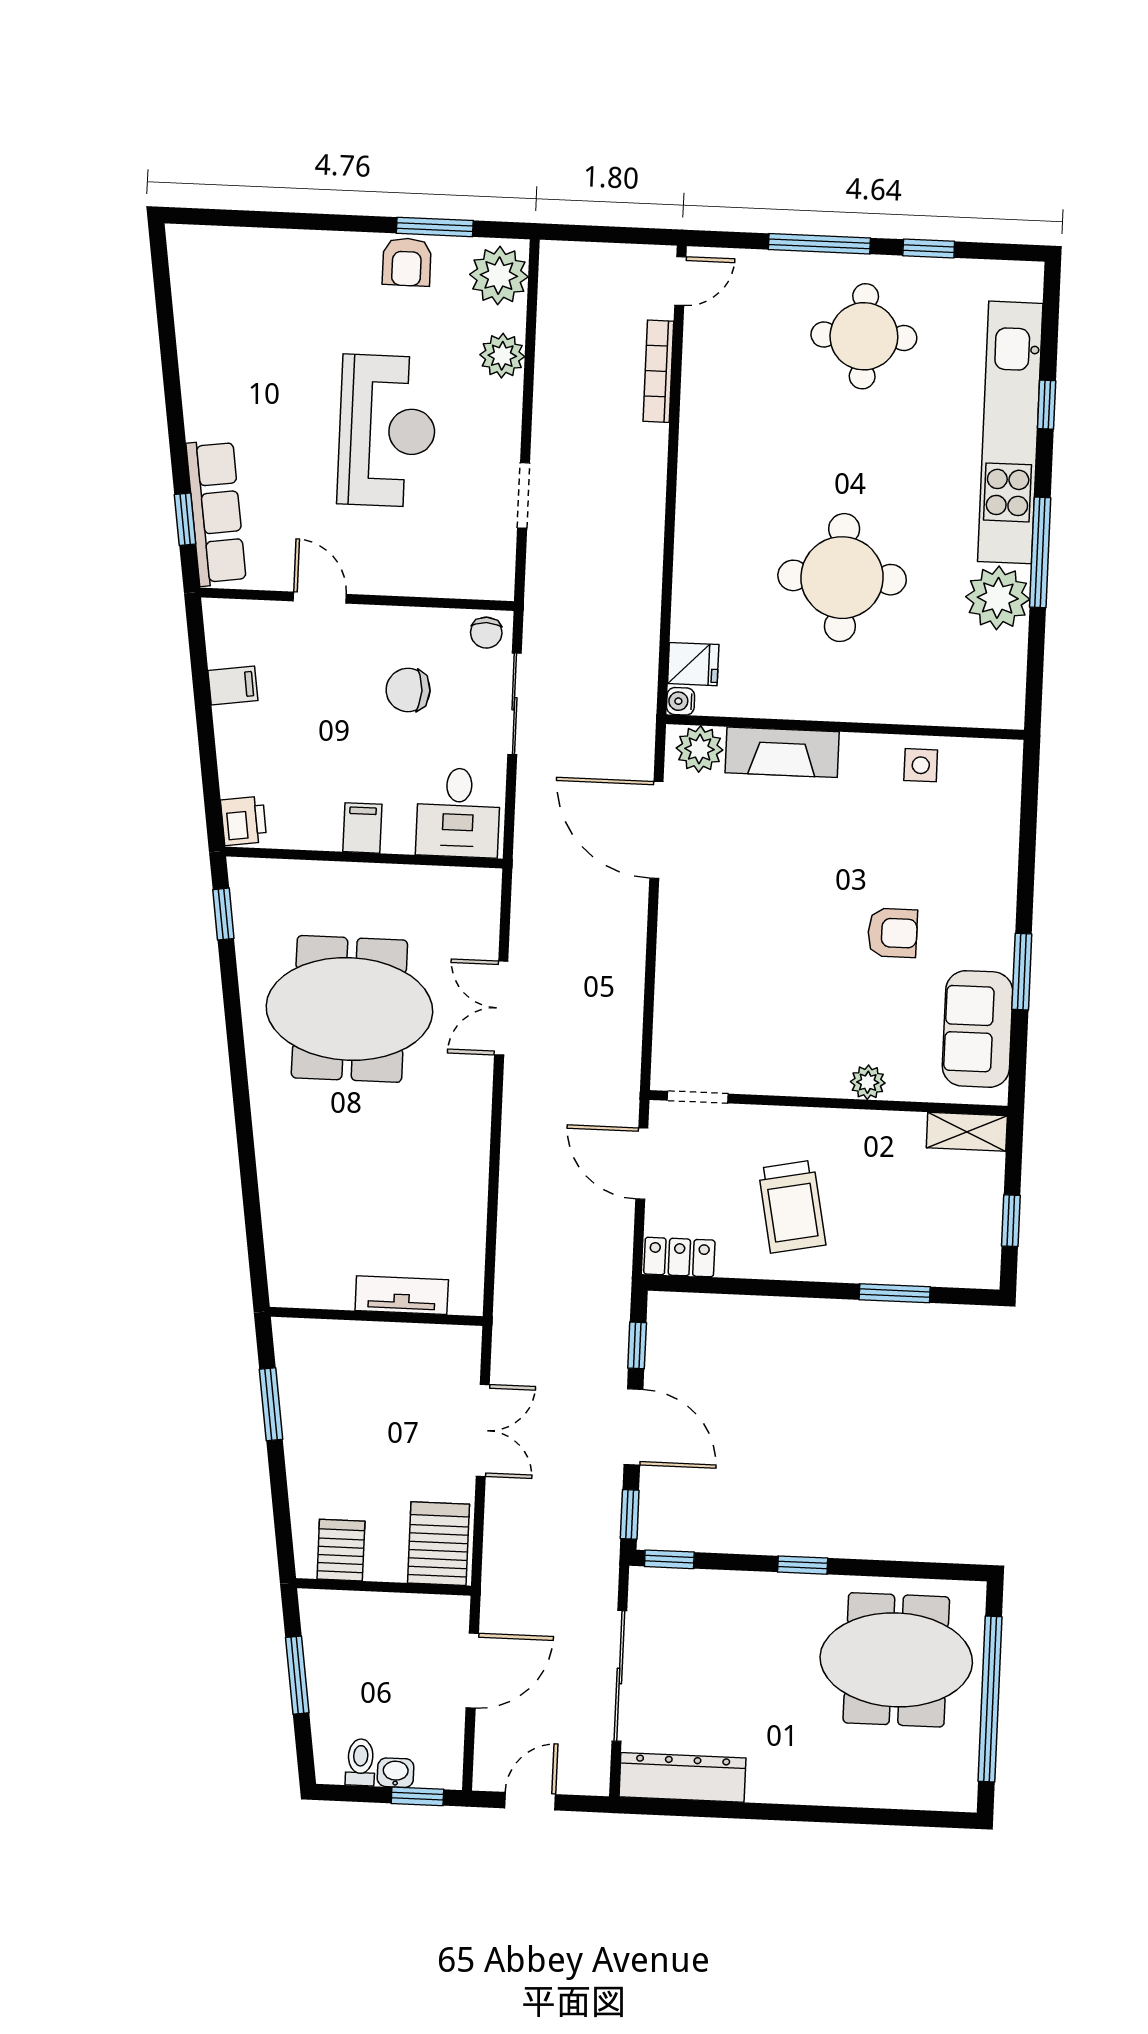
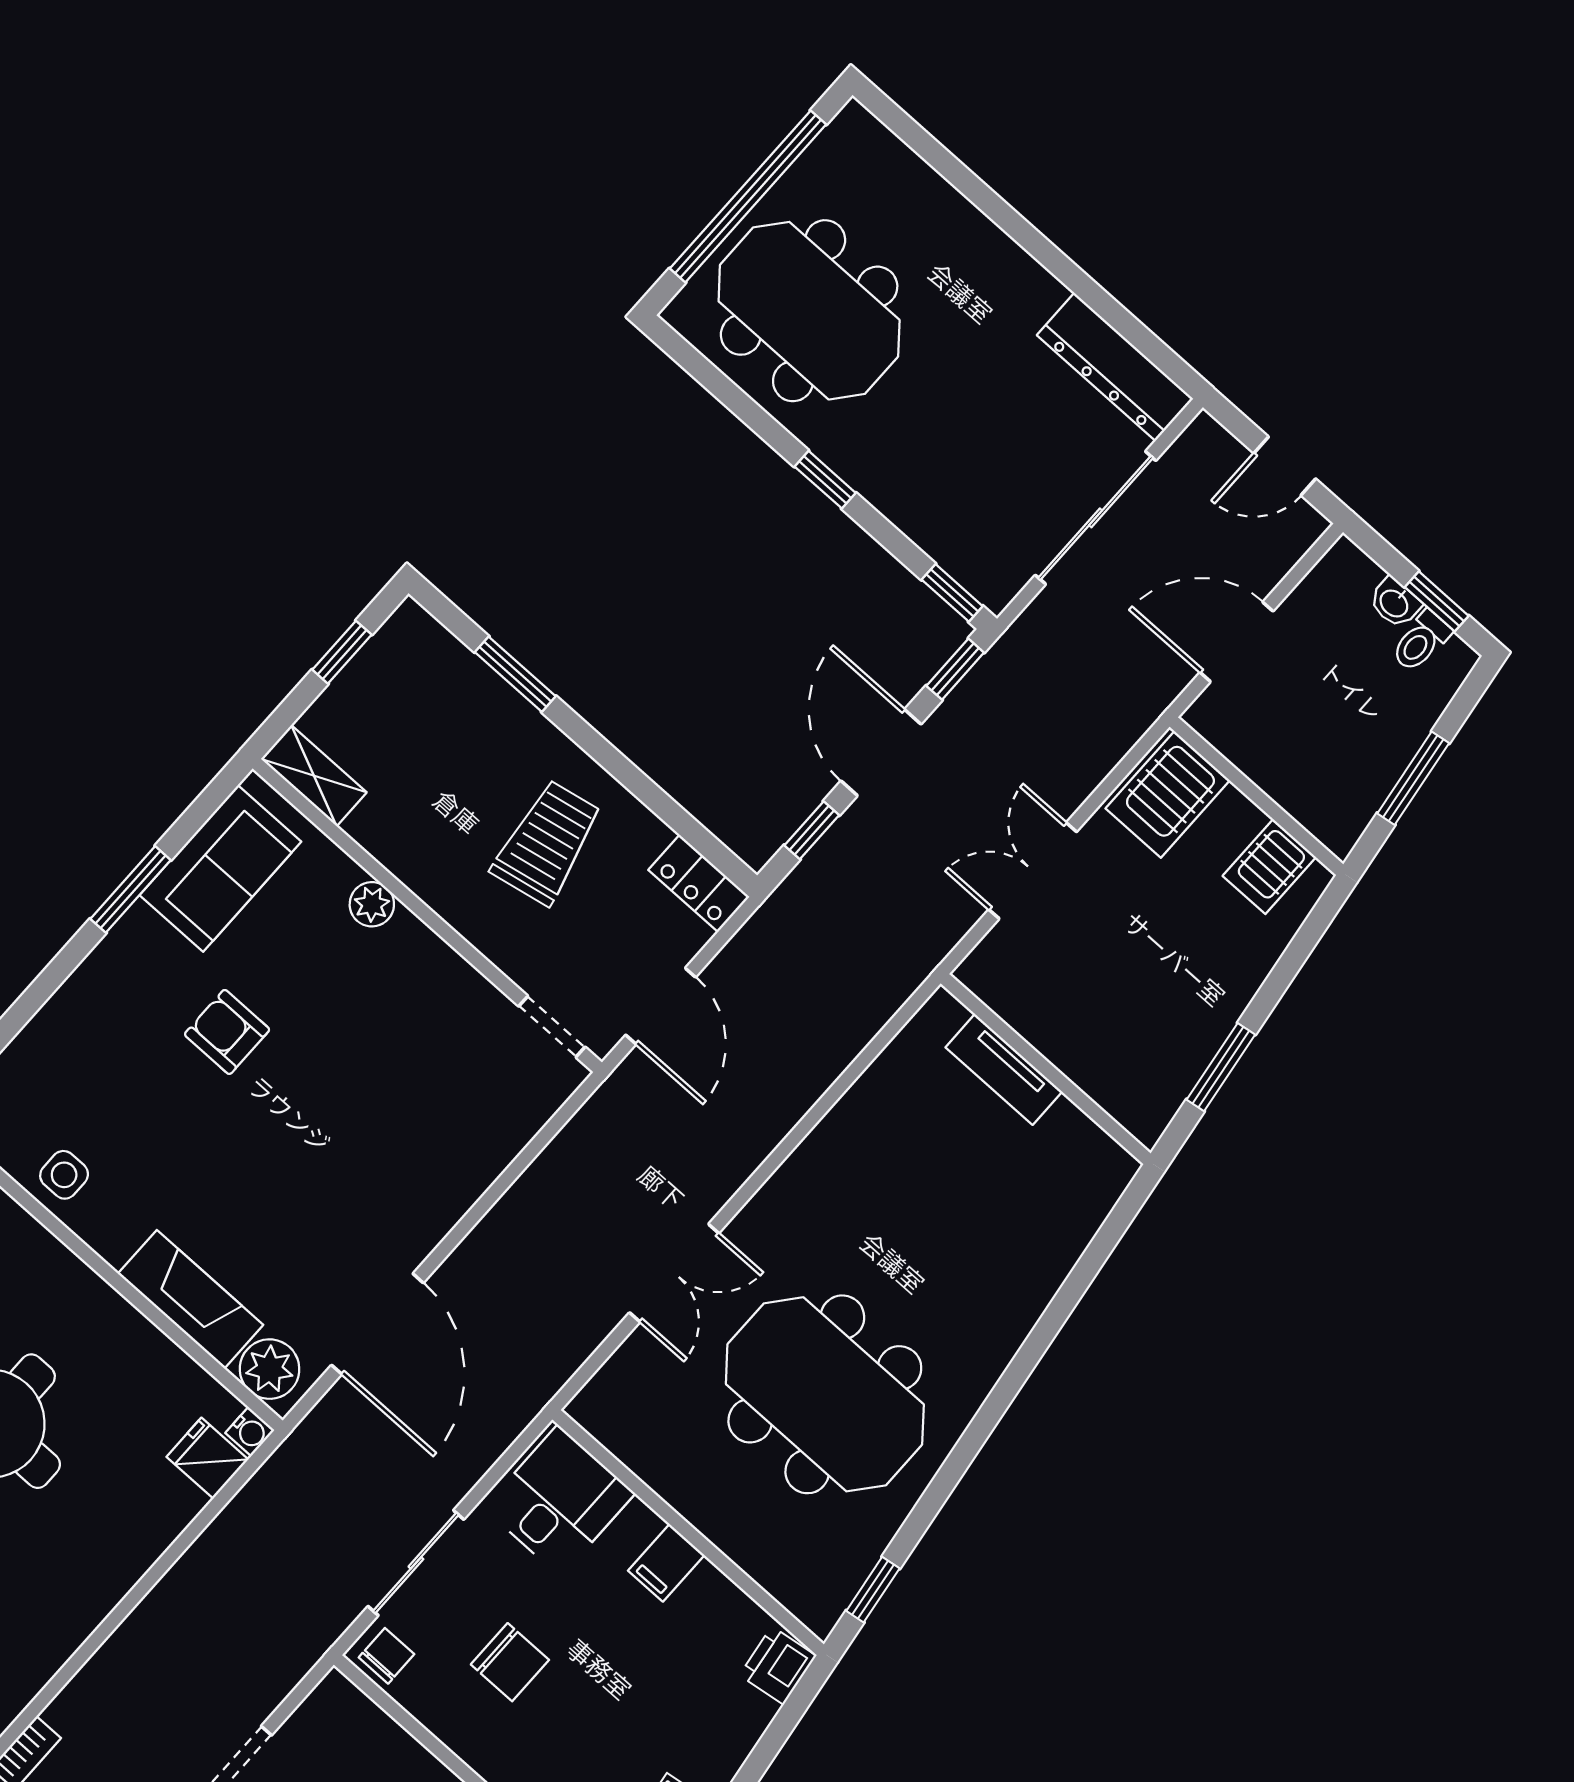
window: (417, 1796) -> (1437, 601), moved

